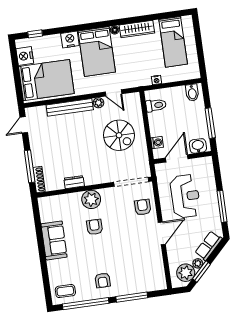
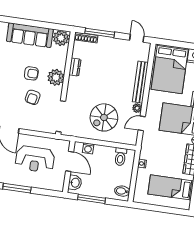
plant: (47, 206) -> (61, 38), added
armchair: (143, 207) -> (33, 97), moved, turned 101
sofa: (54, 240) -> (30, 35), width x1.36

